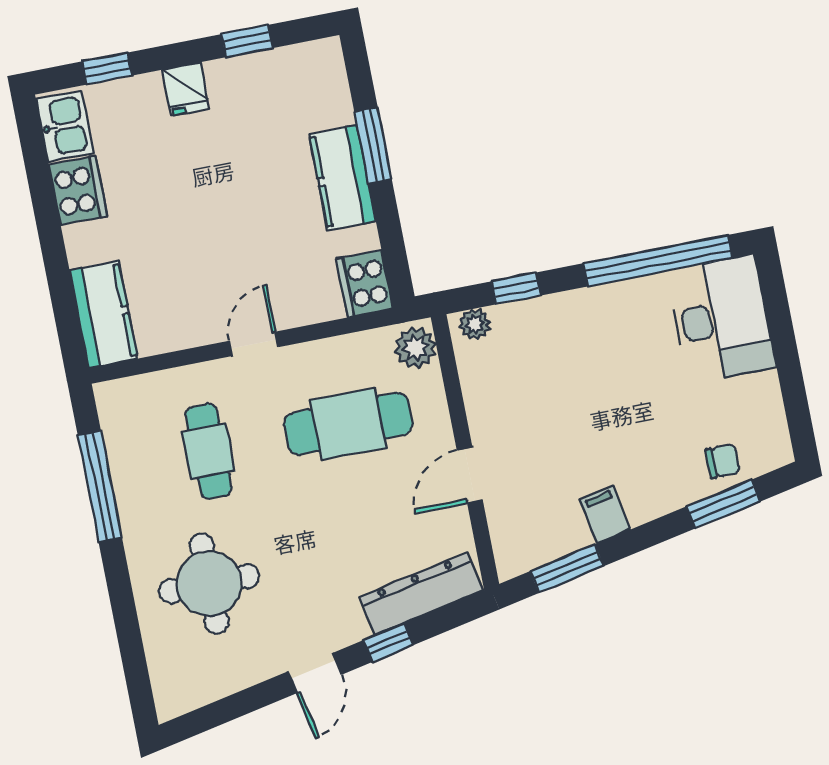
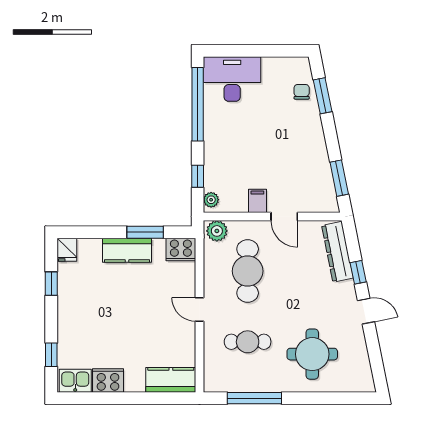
fridge: (185, 89) -> (67, 250), moved, turned 90
window: (373, 145) -> (145, 232), moved
filing cabinet: (605, 514) -> (257, 201), moved, turned 101

